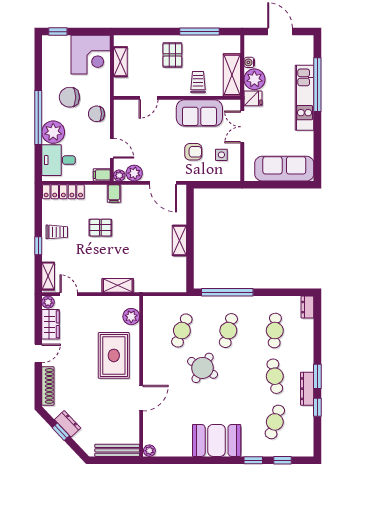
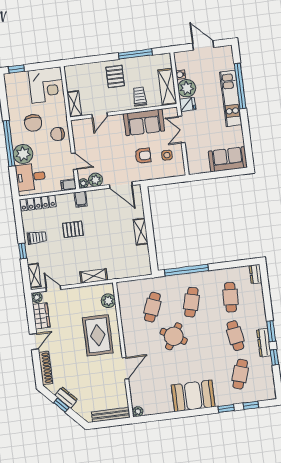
shelving: (120, 62) -> (74, 104), moved
chair: (69, 97) -> (33, 123), turned -90
sofa: (284, 169) -> (228, 159), width x0.73

